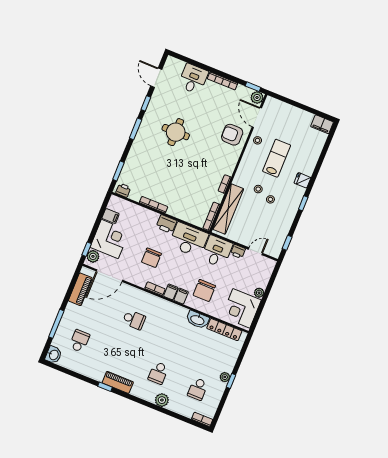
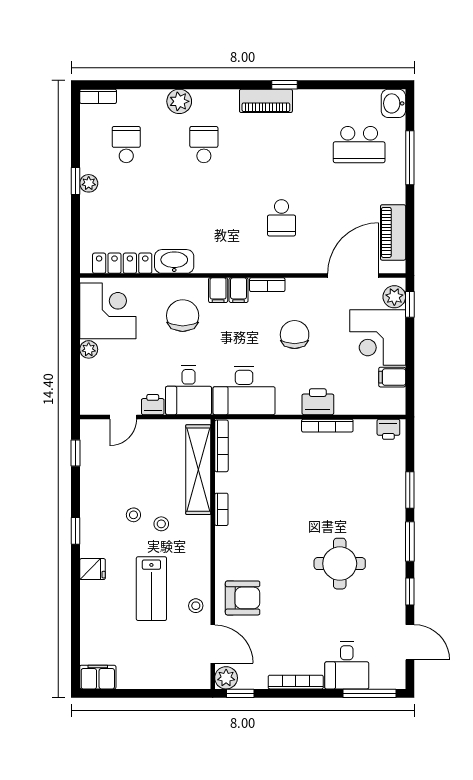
window: (187, 60) -> (369, 693), added
window: (118, 171) -> (410, 490), moved
printer: (166, 224) -> (318, 402), moved
school desk: (134, 320) -> (281, 218), turned -90
school desk: (79, 341) -> (359, 145), width x1.85

